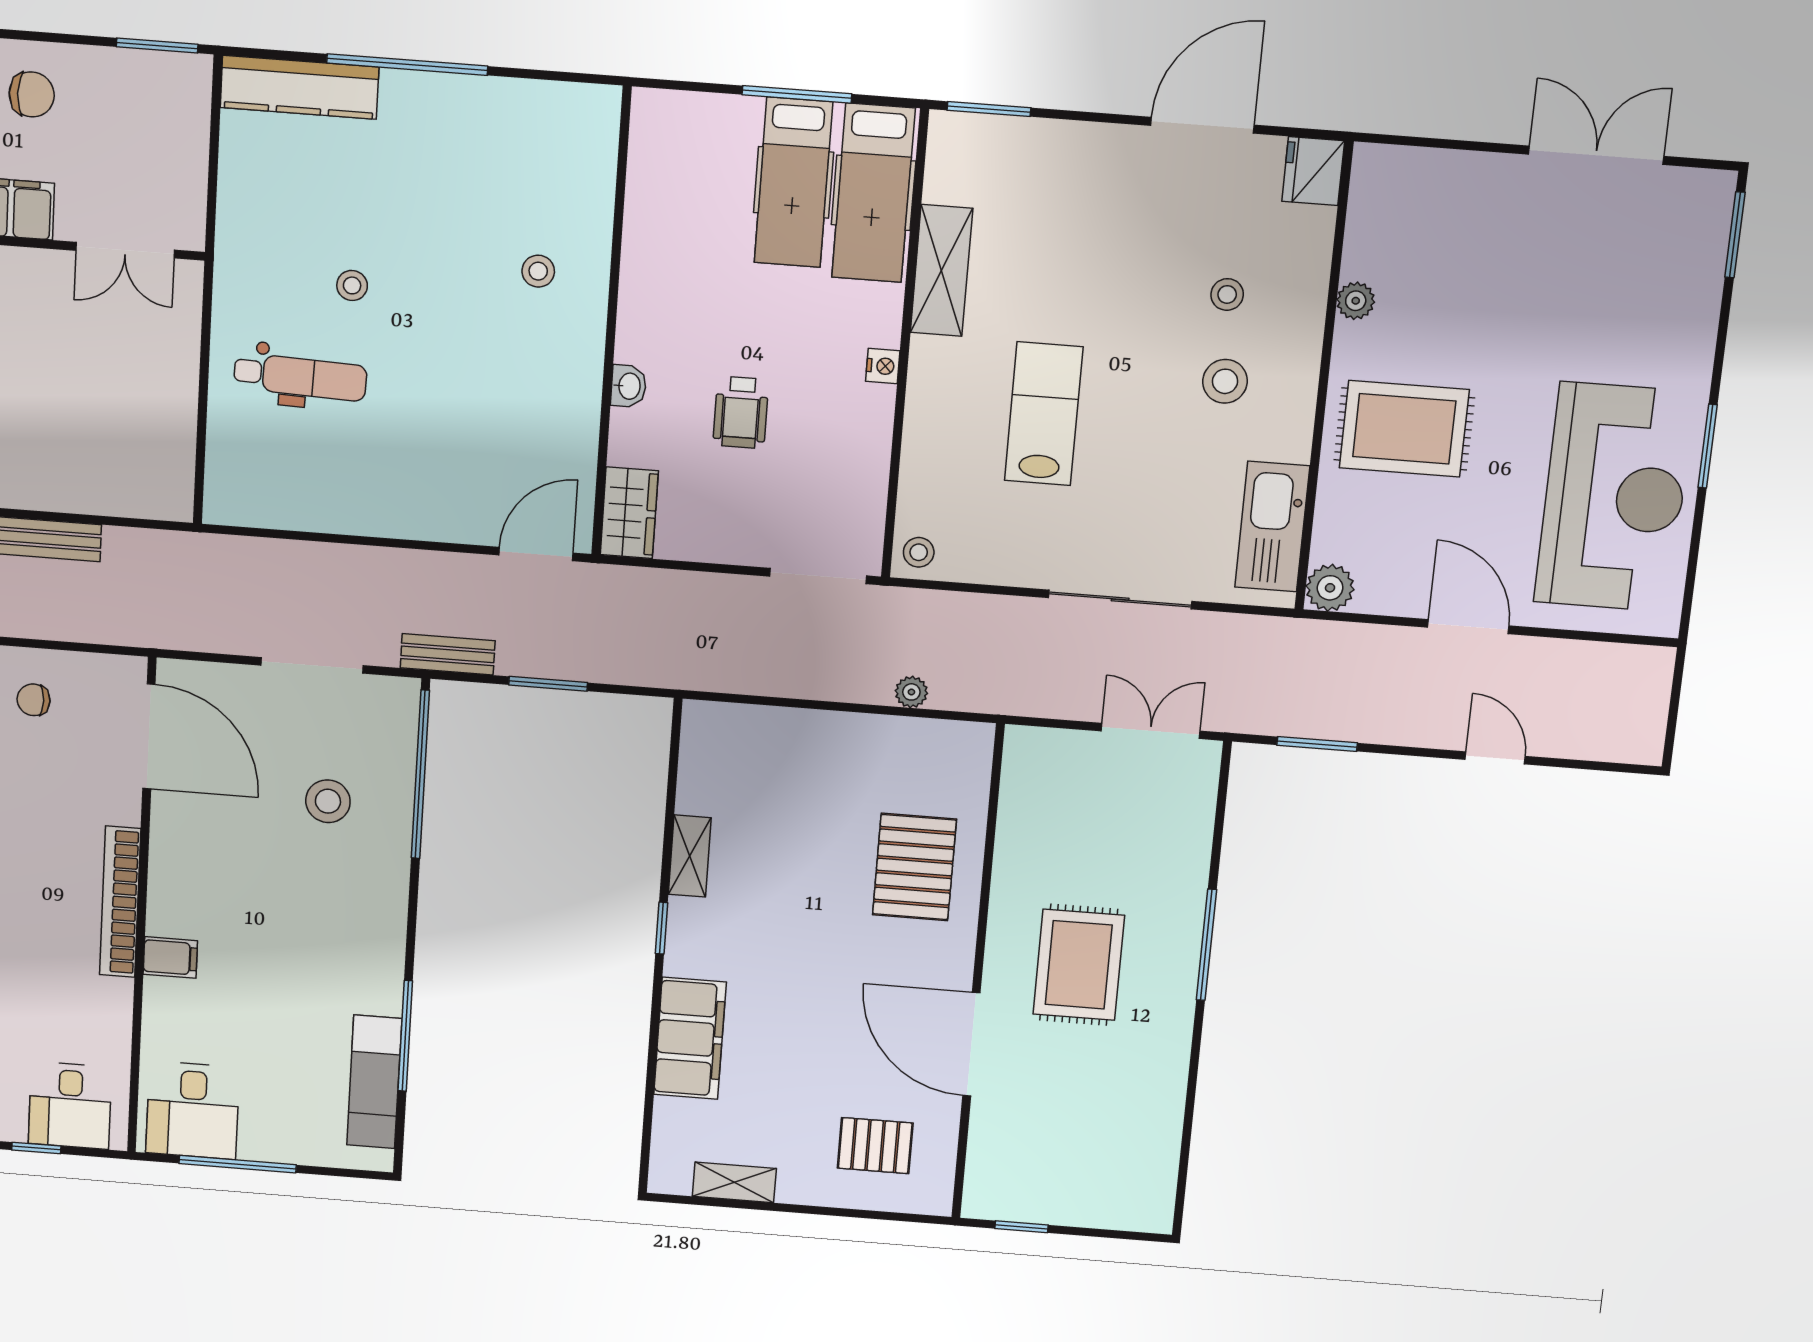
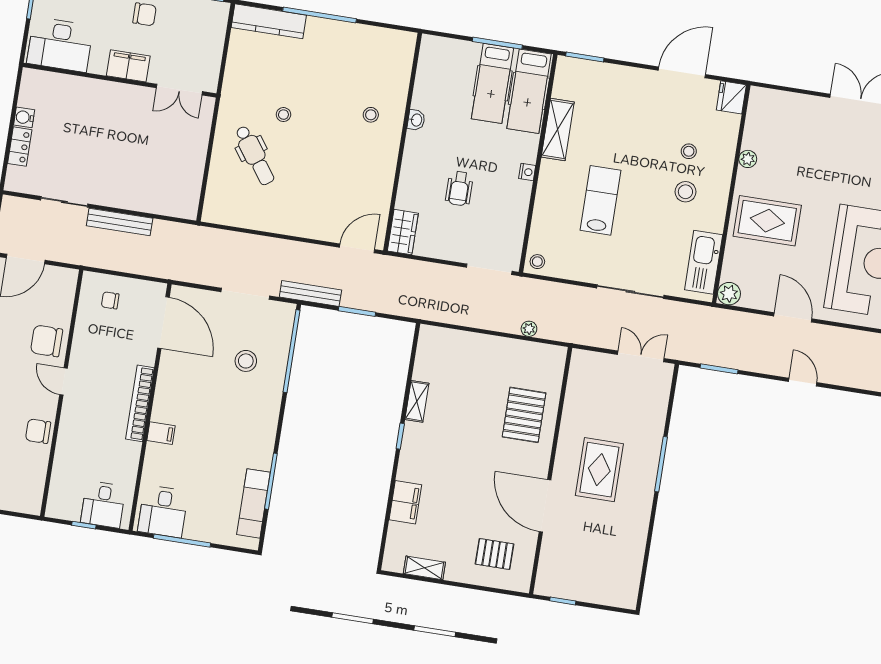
dental chair: (300, 377) -> (255, 155), turned 52
washbasin: (629, 386) -> (416, 120), moved
bench: (448, 654) -> (310, 293), width x1.36
filing cabinet: (690, 1038) -> (405, 502), width x0.67, depth x0.86

